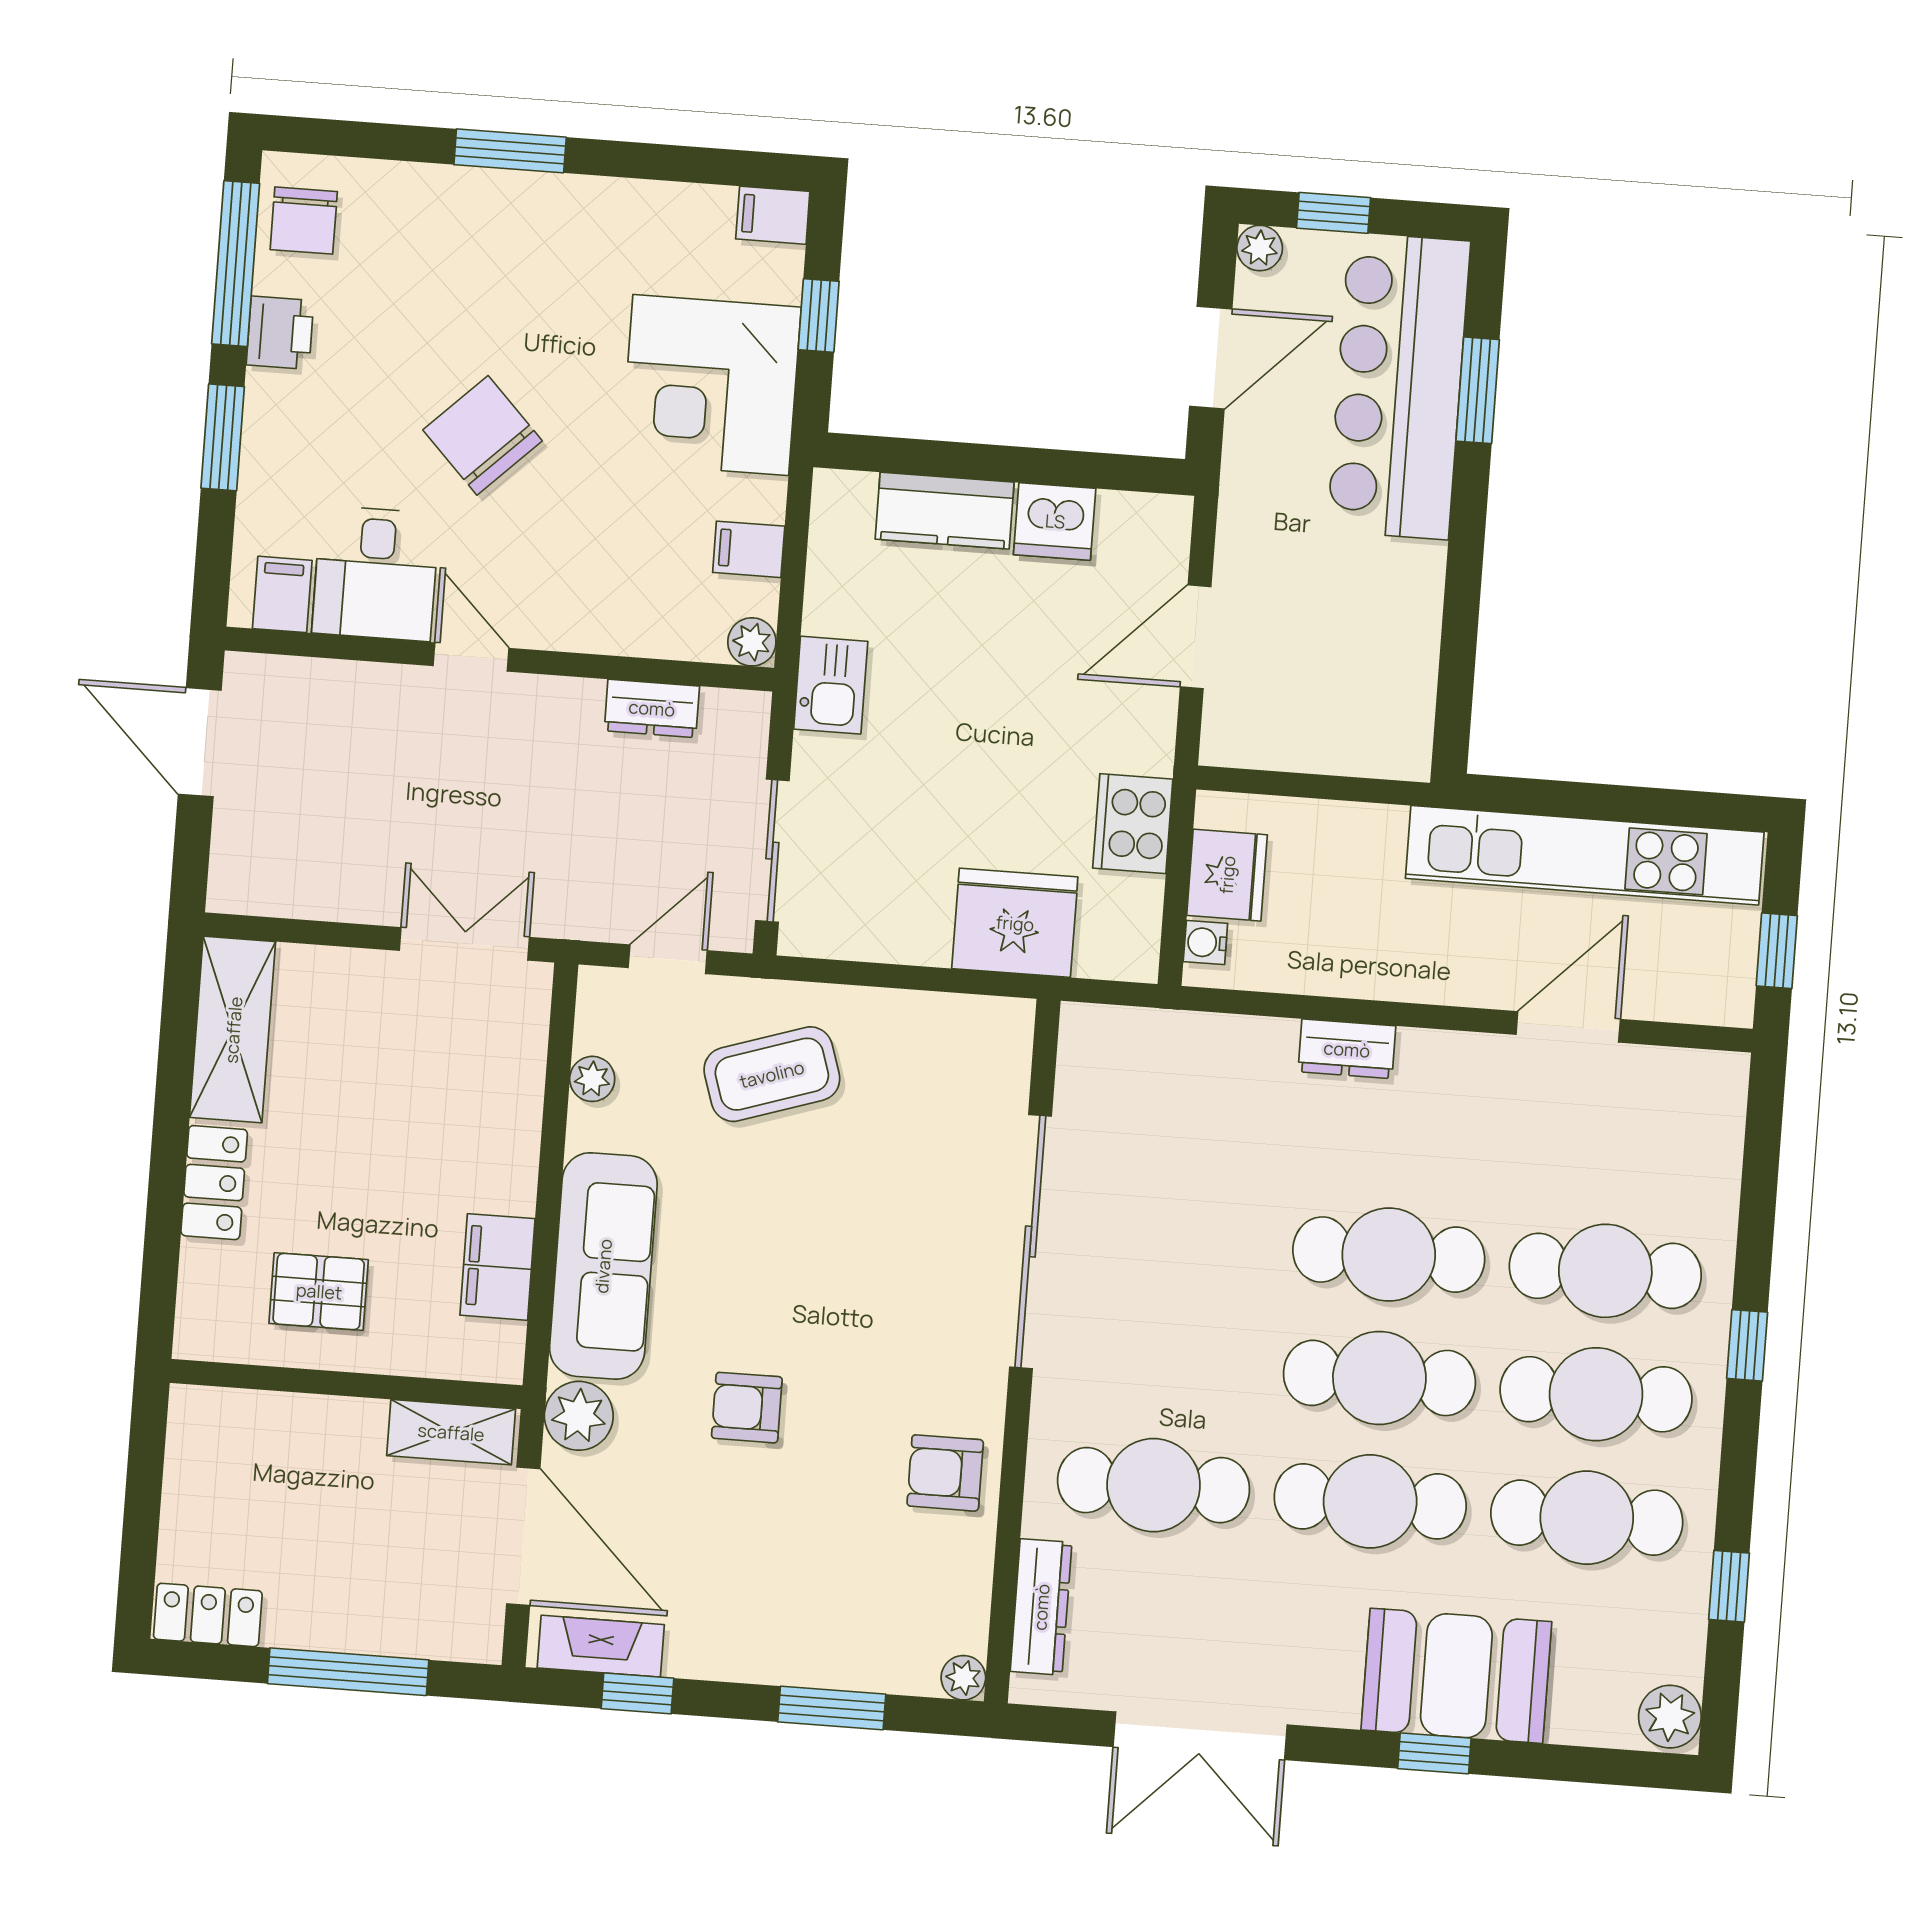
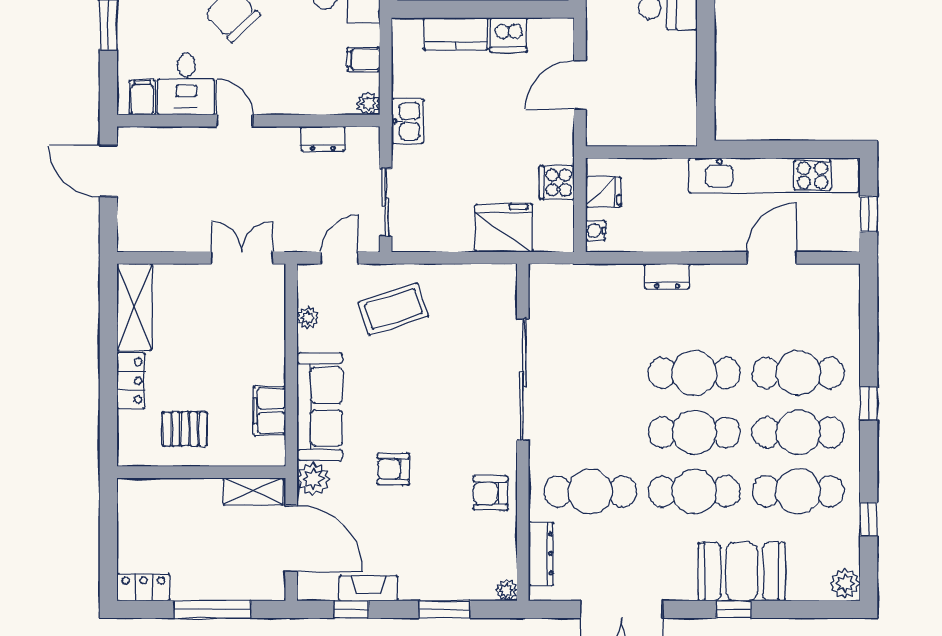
cooker: (1133, 824) -> (557, 183), width x0.73
fridge: (1227, 875) -> (603, 192), width x0.72
fireplace: (601, 1646) -> (368, 588), moved

